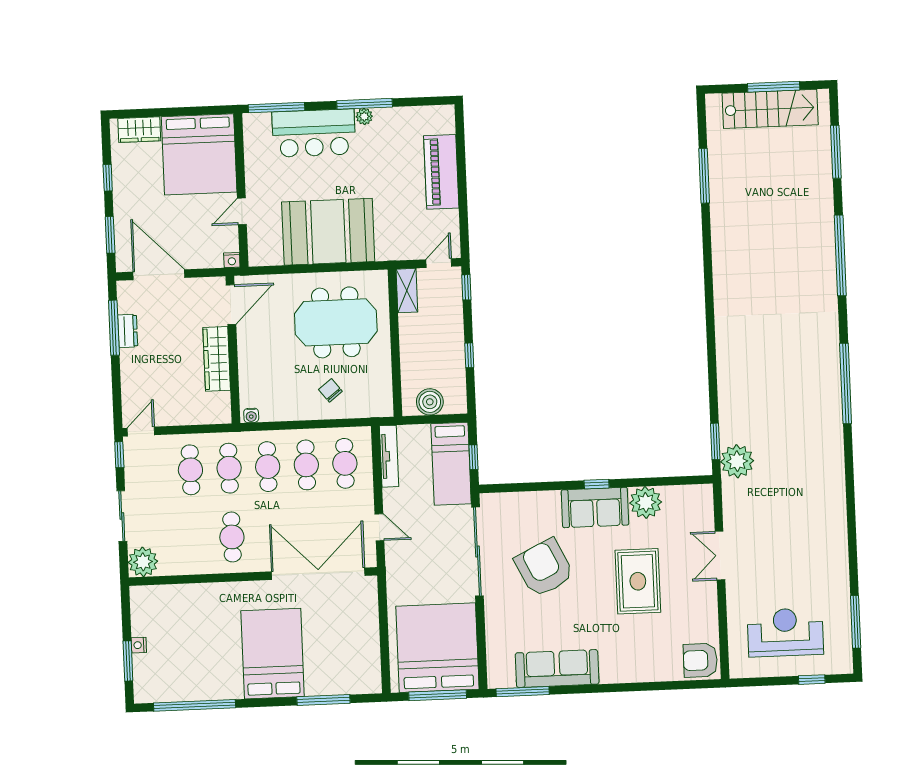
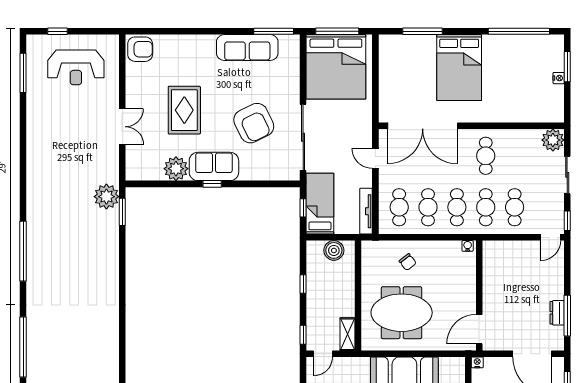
wardrobe: (217, 359) -> (492, 289), removed

